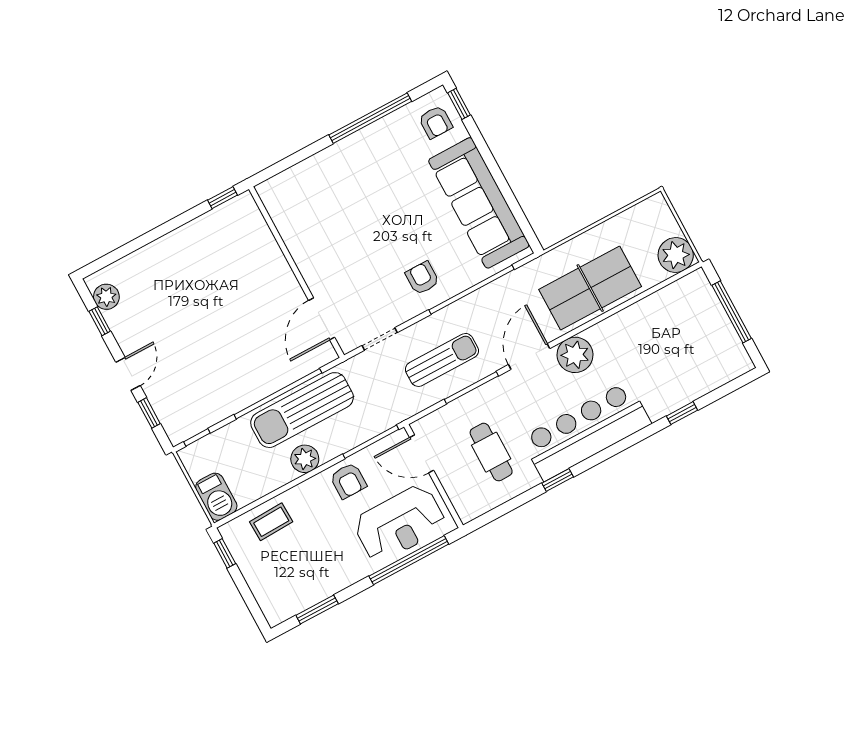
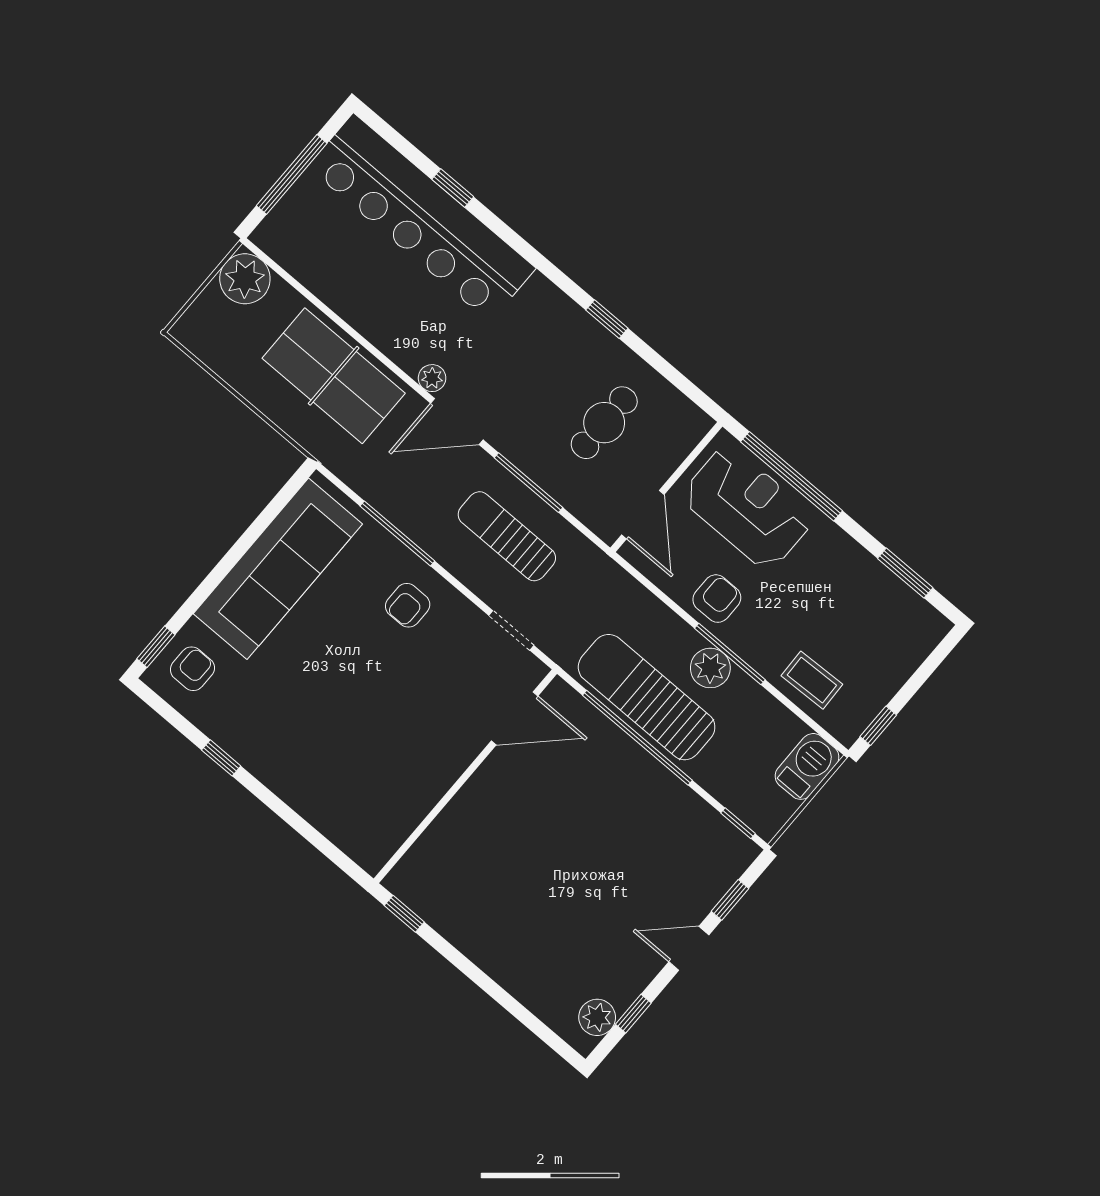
window: (370, 118) -> (221, 758), width x0.32
window: (471, 290) -> (397, 533), width x0.68
plant: (575, 355) -> (432, 378), width x0.53, depth x0.53
sun lounger: (302, 410) -> (647, 697), turned 180
bar counter: (586, 431) -> (422, 218), moved, width x1.36
window: (371, 442) -> (730, 654), moved

